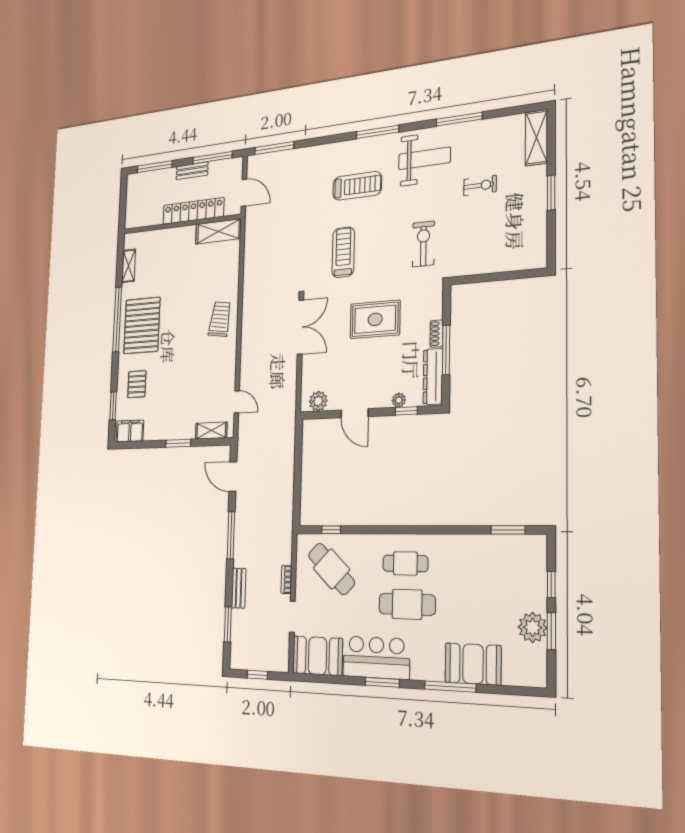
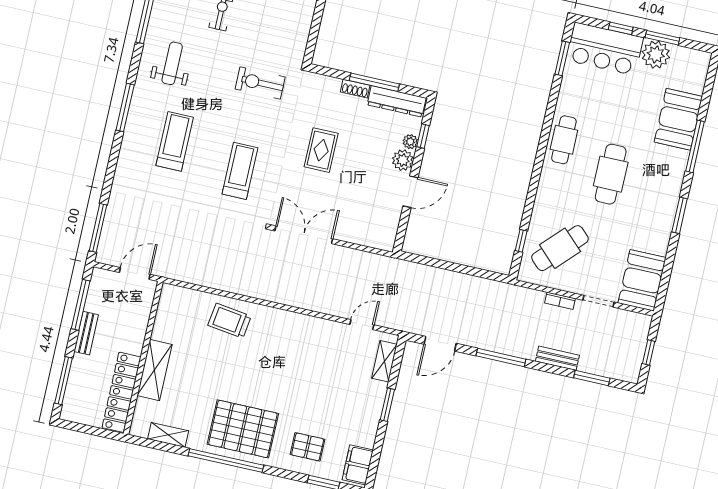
weight bench: (424, 158) -> (172, 63), width x0.73, depth x0.75
locker: (193, 211) -> (121, 392), moved
shelving: (218, 231) -> (155, 370), moved
treadmill: (343, 252) -> (240, 171), turned 90
trolley: (220, 319) -> (229, 321), moved
rug: (375, 319) -> (321, 150), width x0.73, depth x0.70
plant: (318, 401) -> (403, 160), moved
cafe table: (405, 563) -> (564, 140), moved
bar counter: (376, 658) -> (605, 49), moved, turned -90

